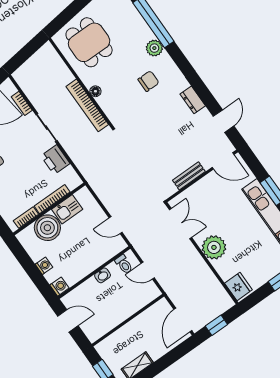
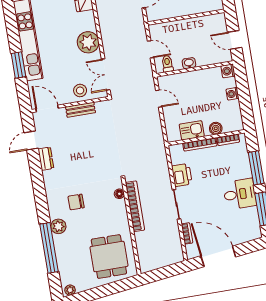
floor lamp: (95, 91) -> (119, 194), moved
dresser: (193, 100) -> (46, 159), moved
stool: (199, 195) -> (80, 90), added
boiler: (47, 228) -> (216, 128), width x0.54, depth x0.54

